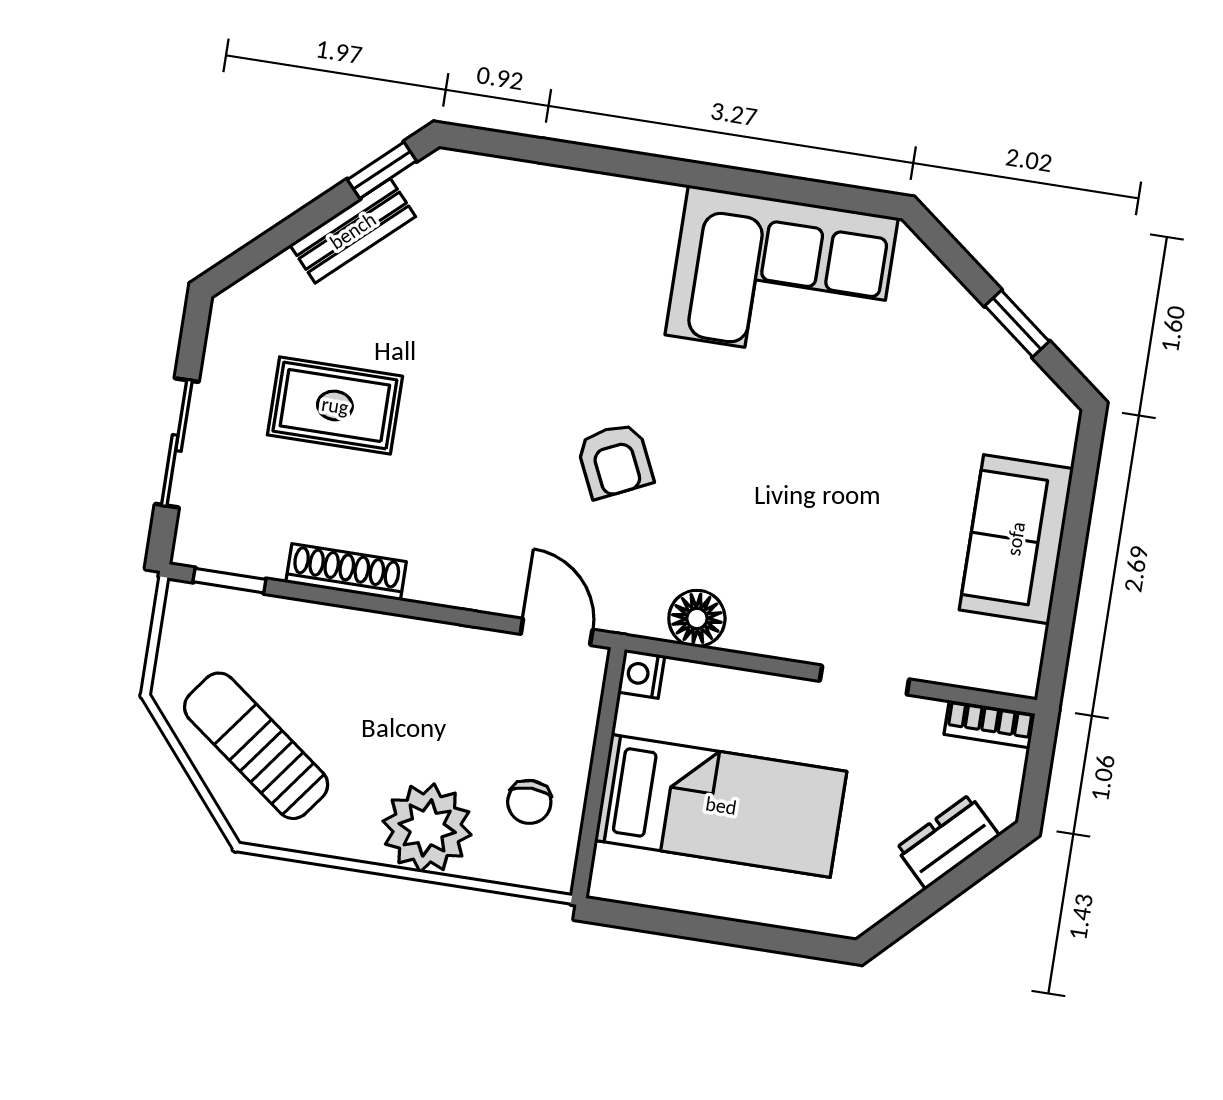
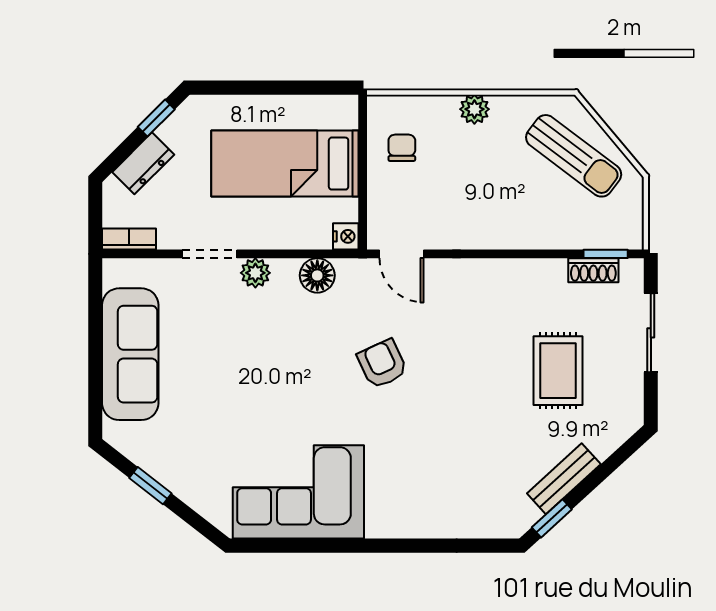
rug: (335, 406) -> (558, 371), turned 90
sofa: (1016, 539) -> (130, 354), width x1.36
shoe rack: (346, 572) -> (593, 270), moved, width x0.70
plant: (795, 638) -> (255, 273), added
plant: (427, 828) -> (474, 109), width x0.53, depth x0.53
window: (916, 911) -> (156, 118), added

